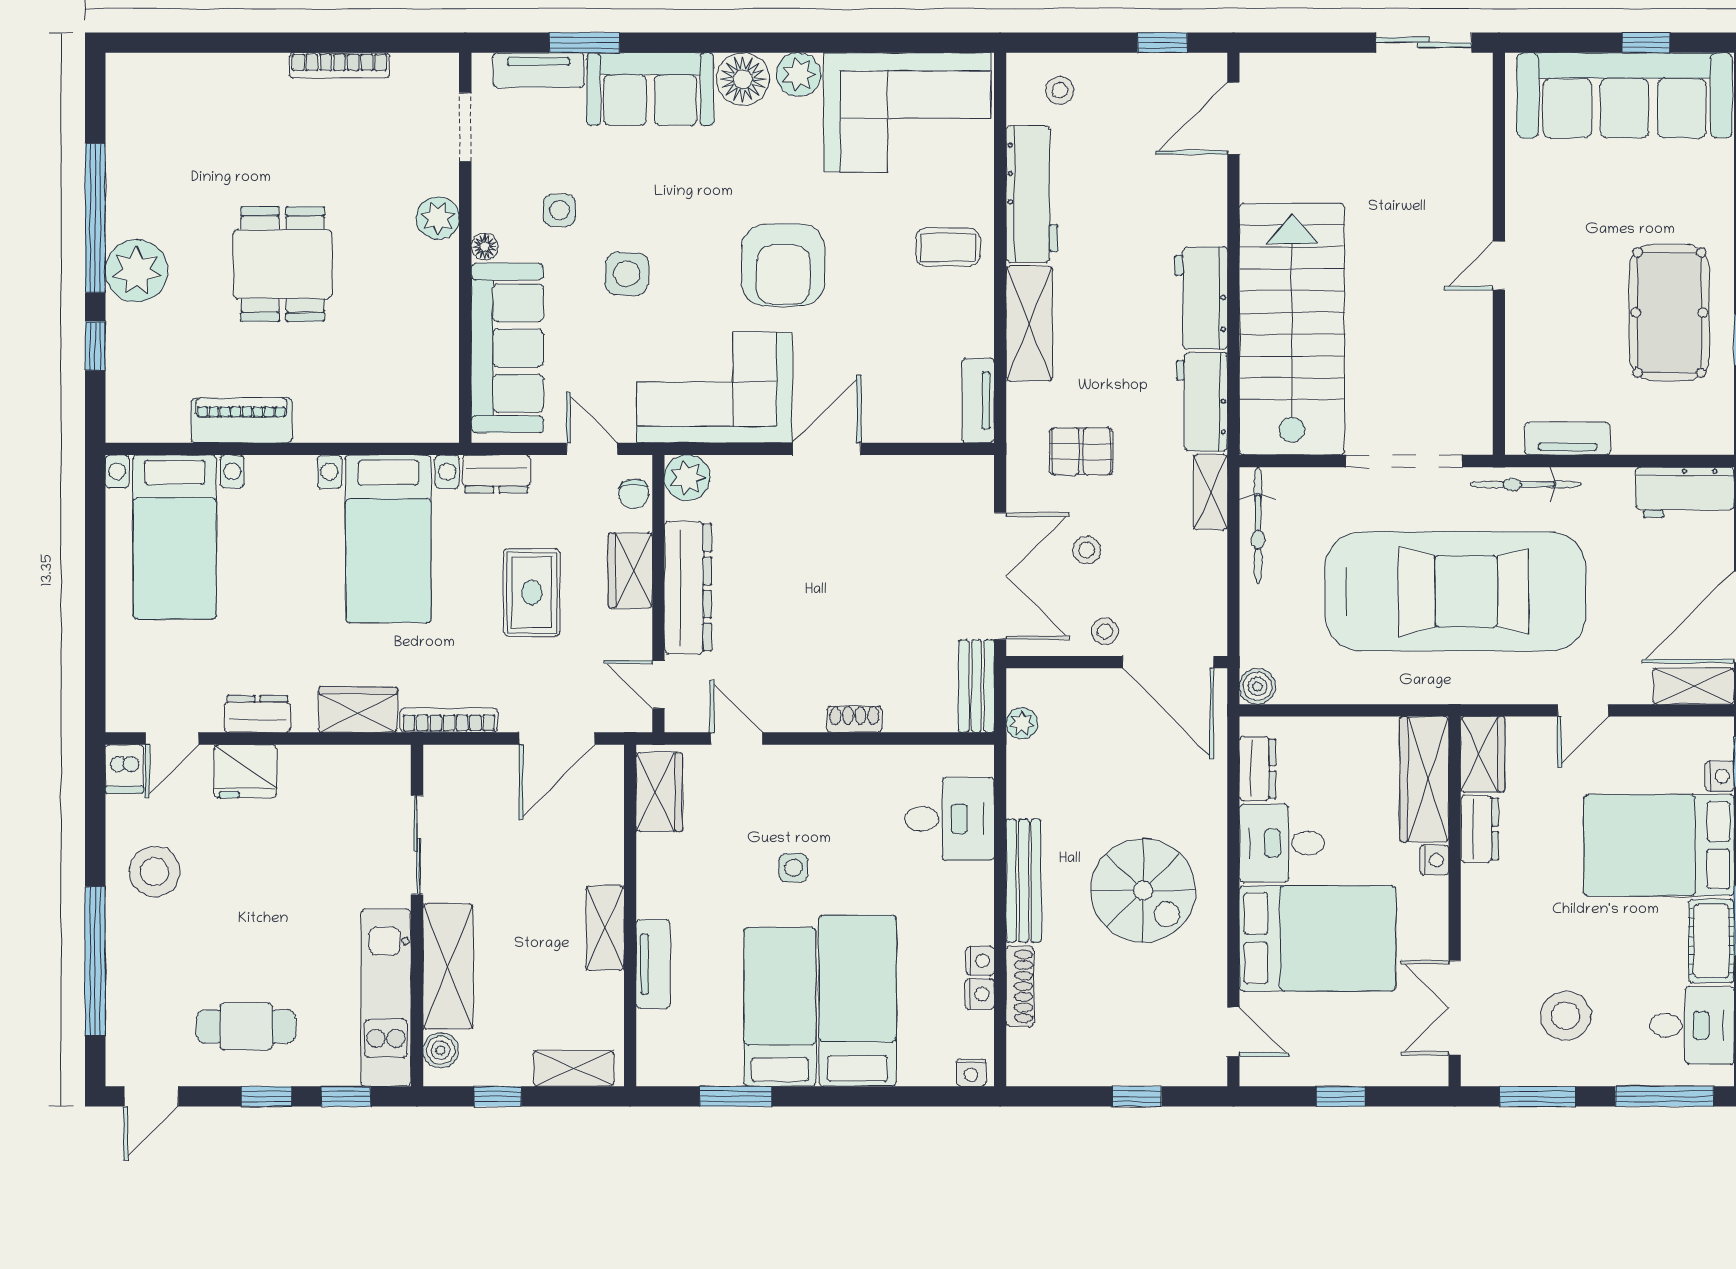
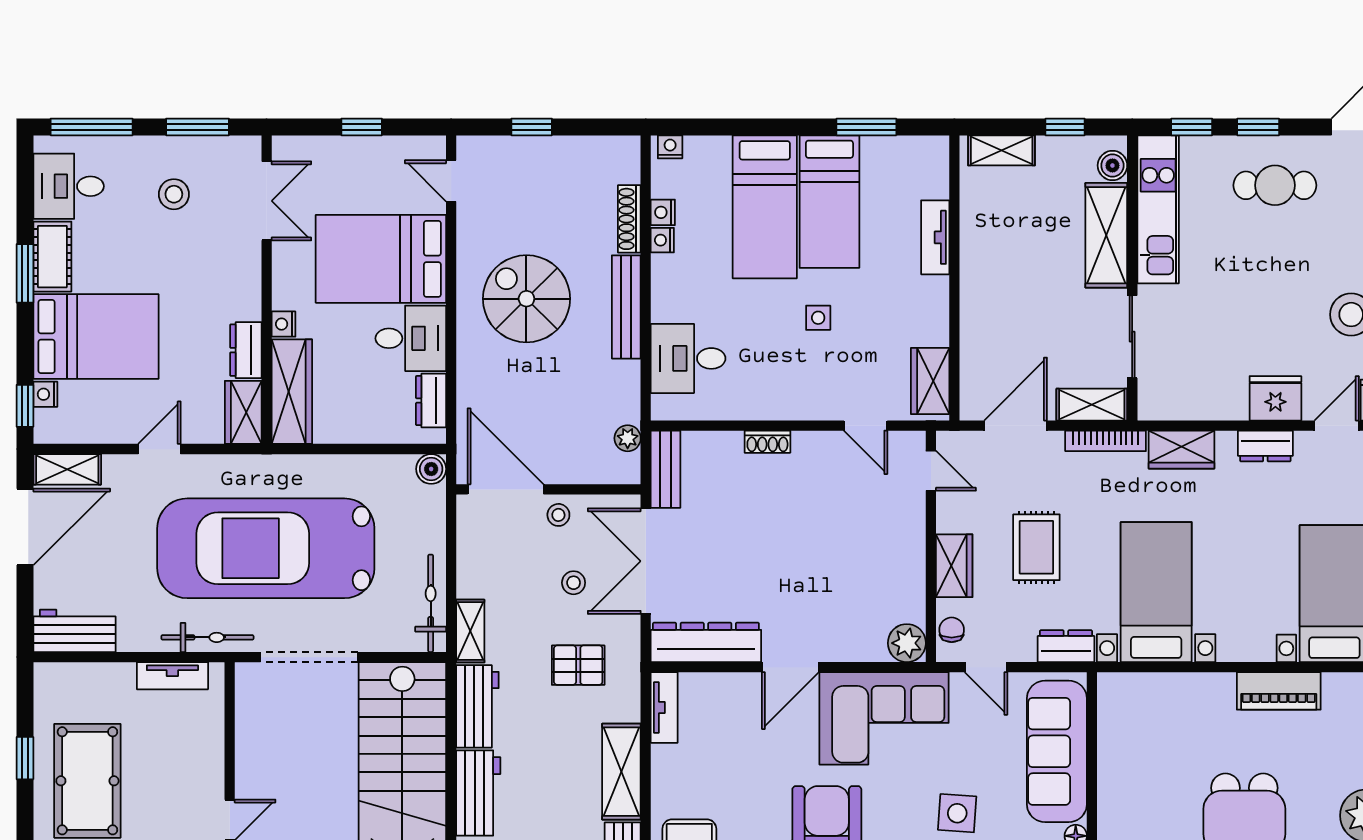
dresser: (688, 588) -> (706, 642), moved, turned 90
shelving: (605, 928) -> (1092, 405), moved, turned 90
stool: (1566, 1016) -> (174, 194), width x0.73, depth x0.73

